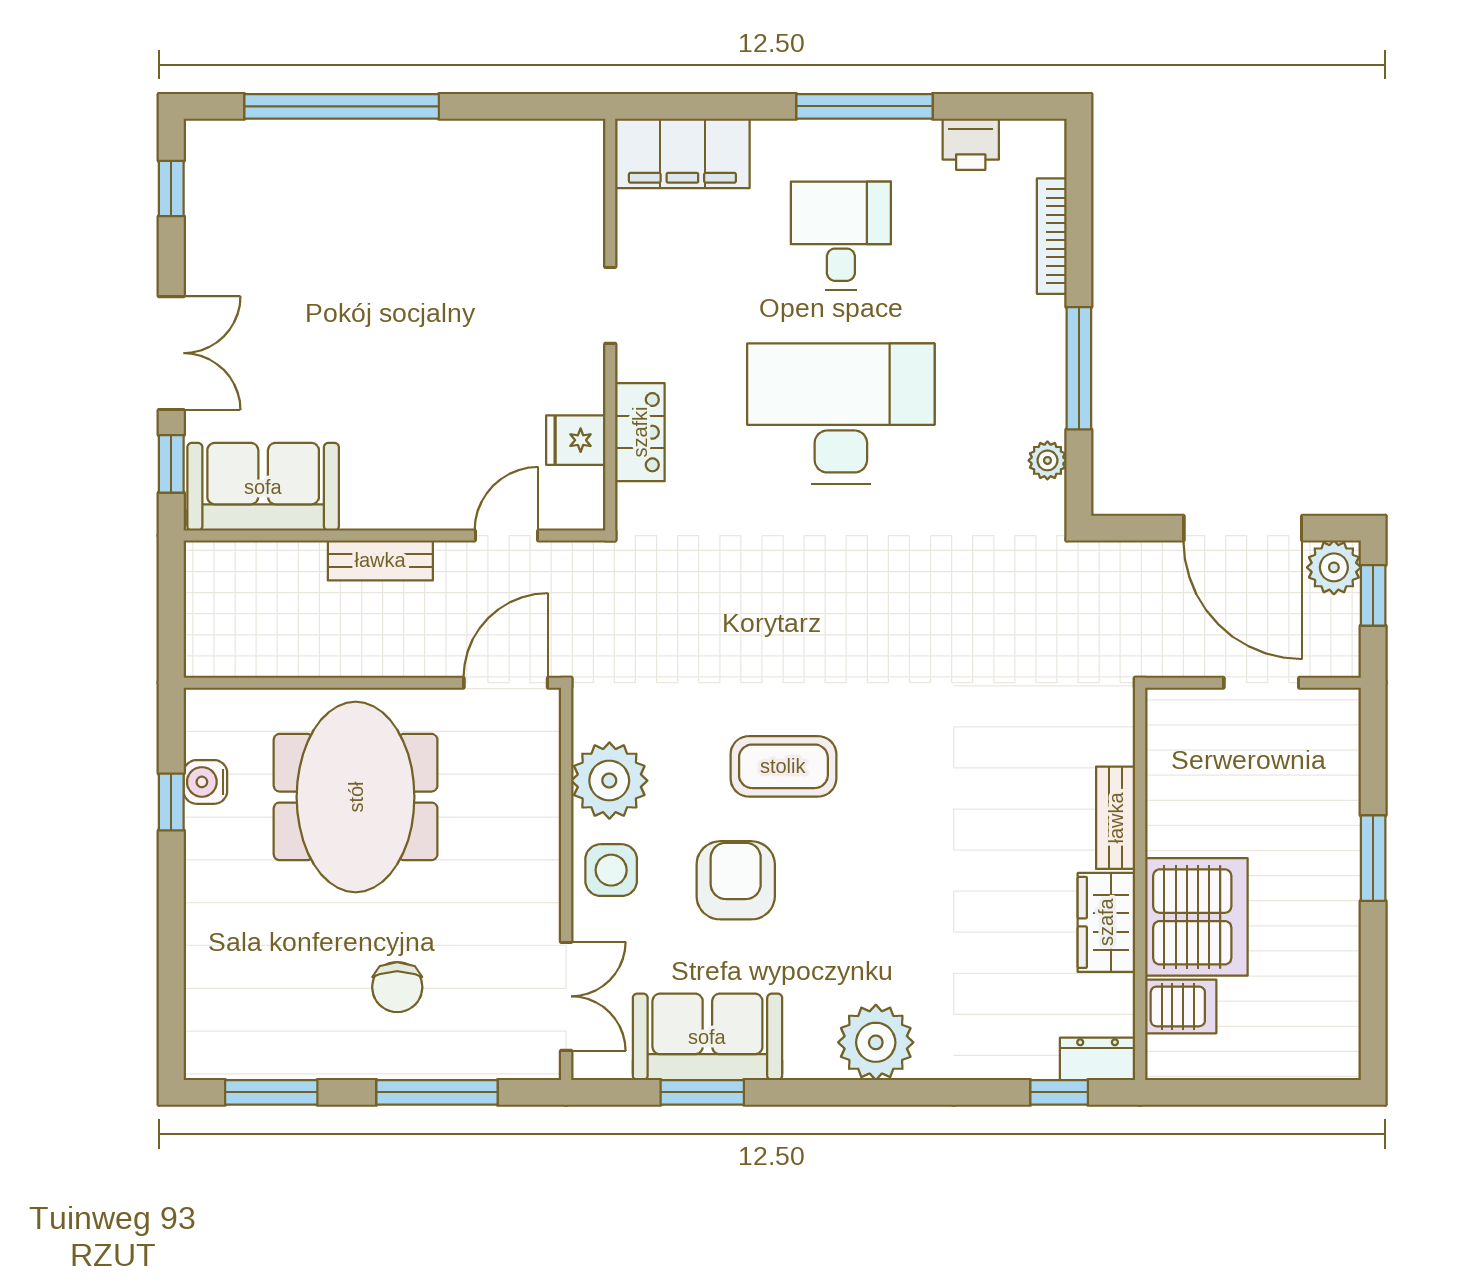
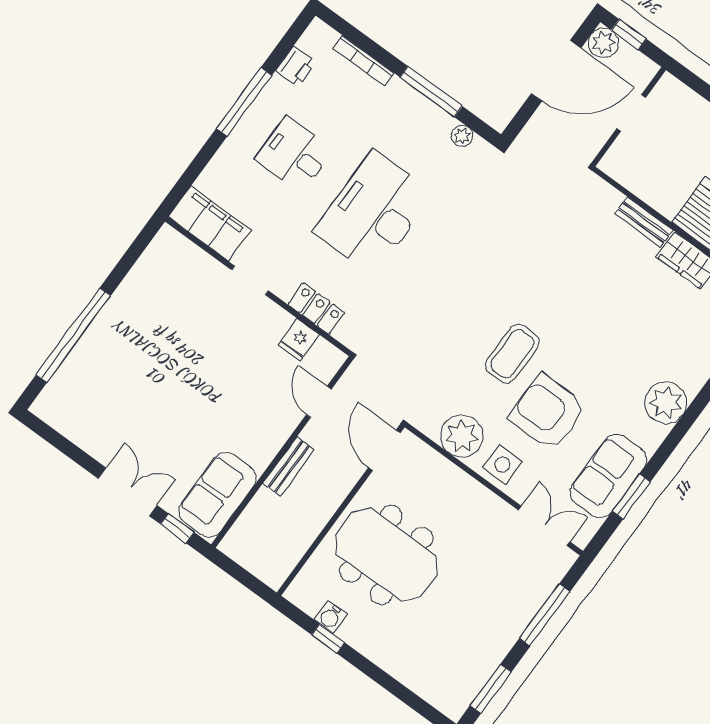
filing cabinet: (682, 153) -> (210, 223), moved, turned -90
window: (171, 189) -> (54, 438), removed
armchair: (736, 880) -> (548, 412), width x1.36, depth x1.36
chair: (397, 987) -> (485, 598), removed

